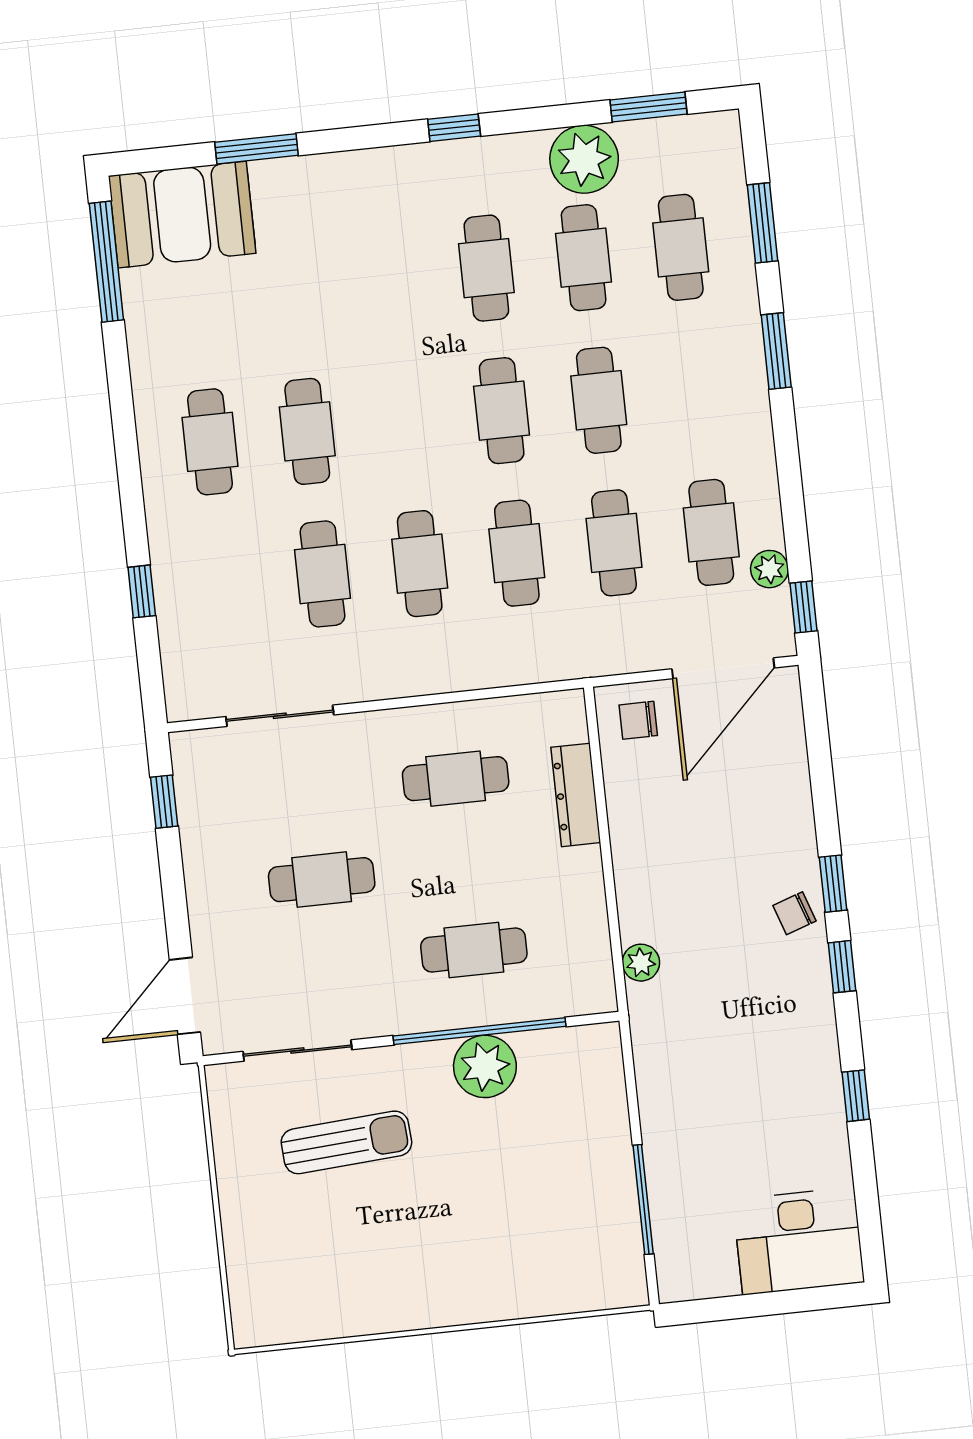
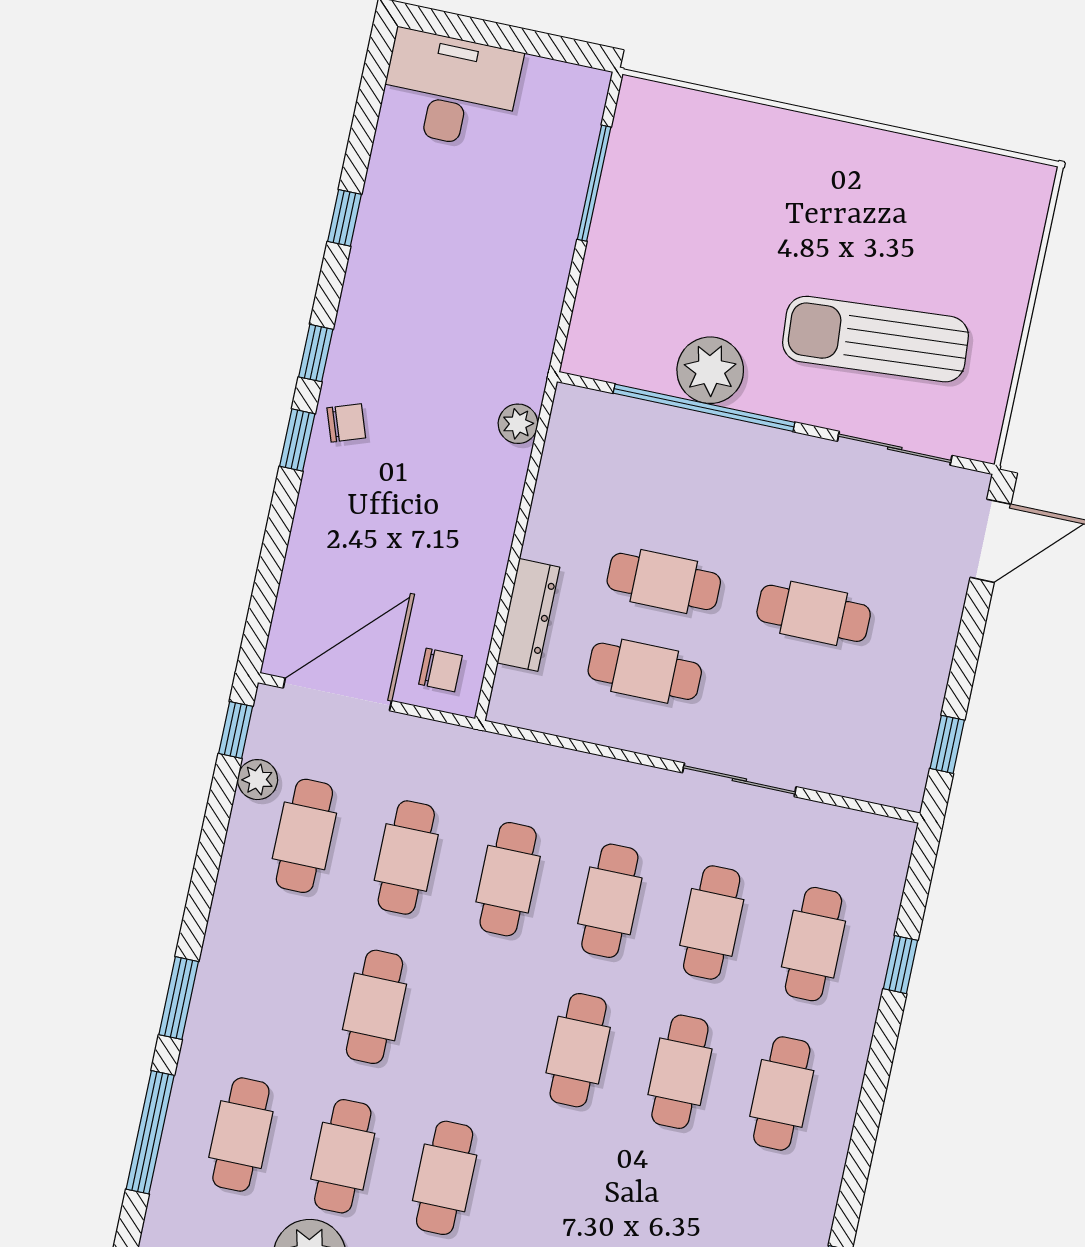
window: (762, 223) -> (150, 1132), width x1.44
cafe table: (502, 411) -> (578, 1050), moved
cafe table: (225, 584) -> (814, 944), added
sliding door: (280, 716) -> (739, 780), moved
cafe table: (474, 950) -> (664, 581), moved
sun lounger: (346, 1142) -> (875, 339), width x1.36, depth x1.34

